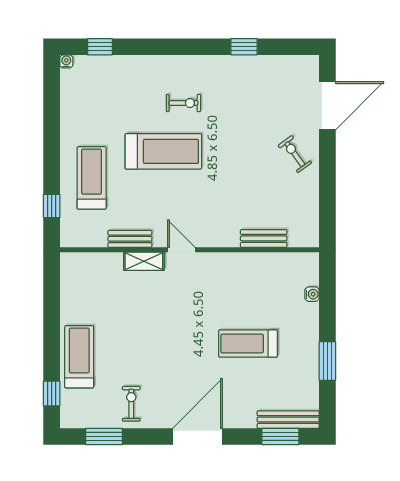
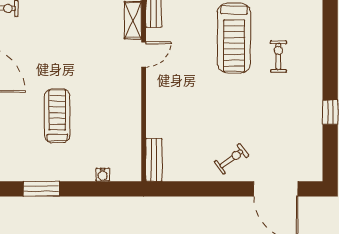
exercise bike: (183, 103) -> (278, 56), turned 180
bench: (264, 238) -> (154, 160), moved

